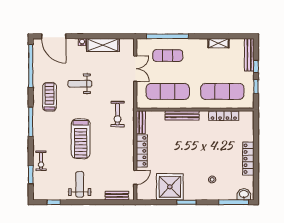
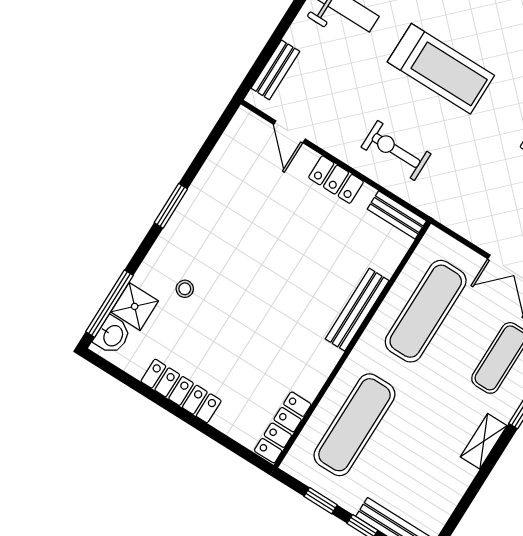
shelving: (219, 43) -> (484, 441), moved
exercise bike: (118, 114) -> (396, 150), moved
locker: (224, 116) -> (283, 427), moved
treadmill: (81, 139) -> (441, 69), turned 180
locker: (142, 151) -> (336, 180), width x0.66
shower: (170, 187) -> (135, 306), moved, width x0.54, depth x0.54

